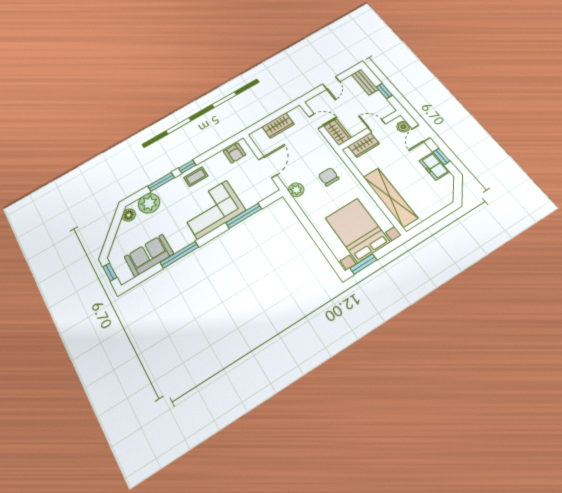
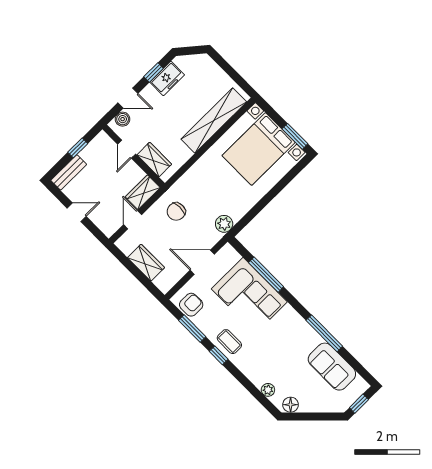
chair: (329, 177) -> (176, 211), moved
window: (161, 182) -> (192, 329), moved
plant: (149, 203) -> (268, 390), width x0.53, depth x0.53
corner sofa: (212, 210) -> (249, 295), moved

